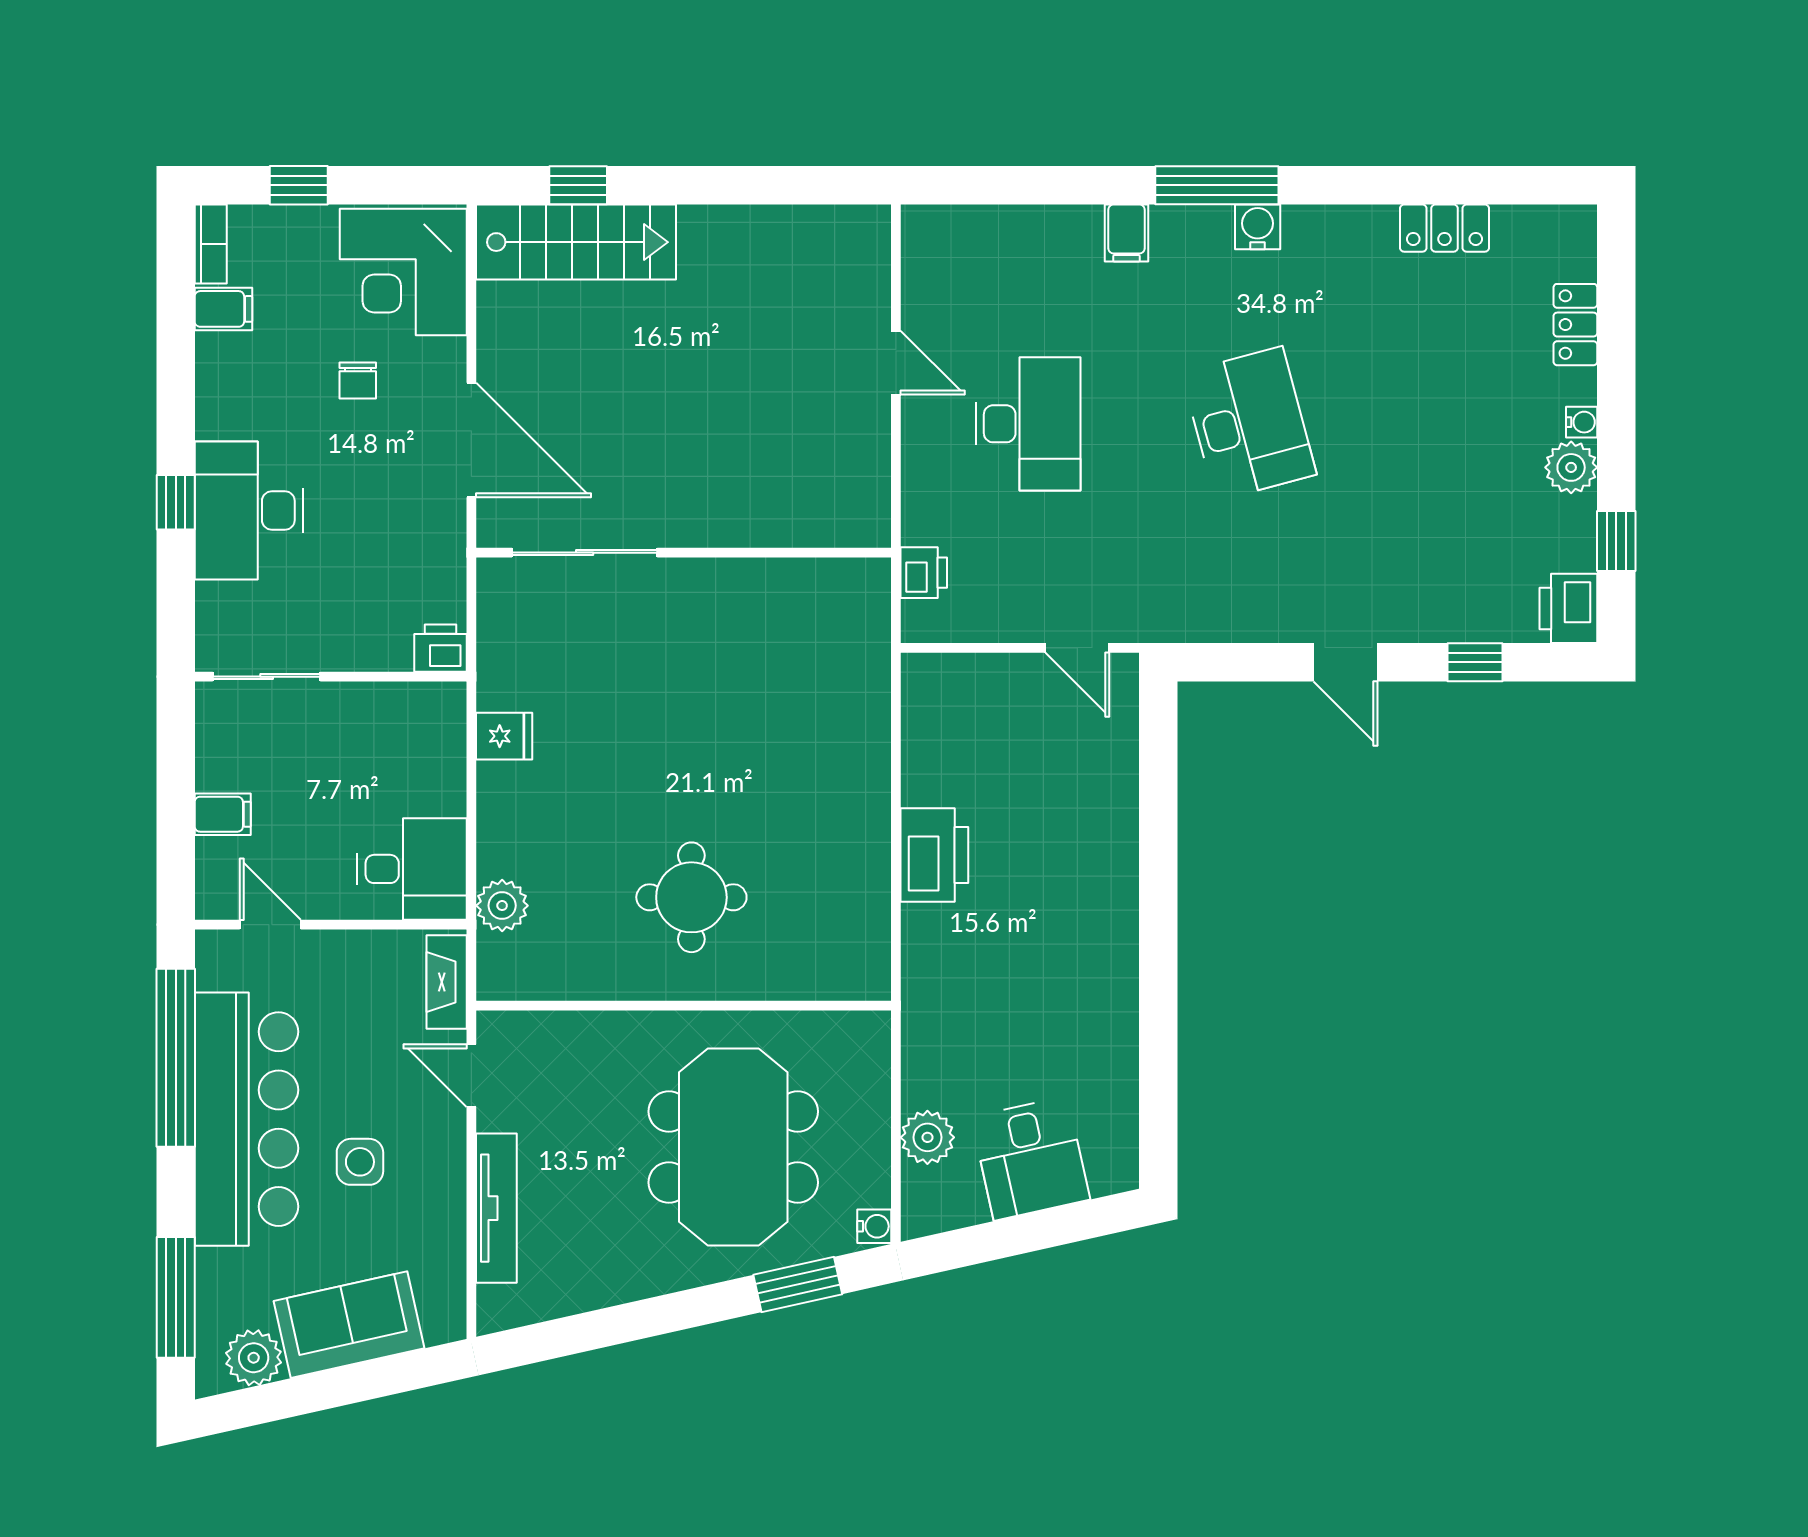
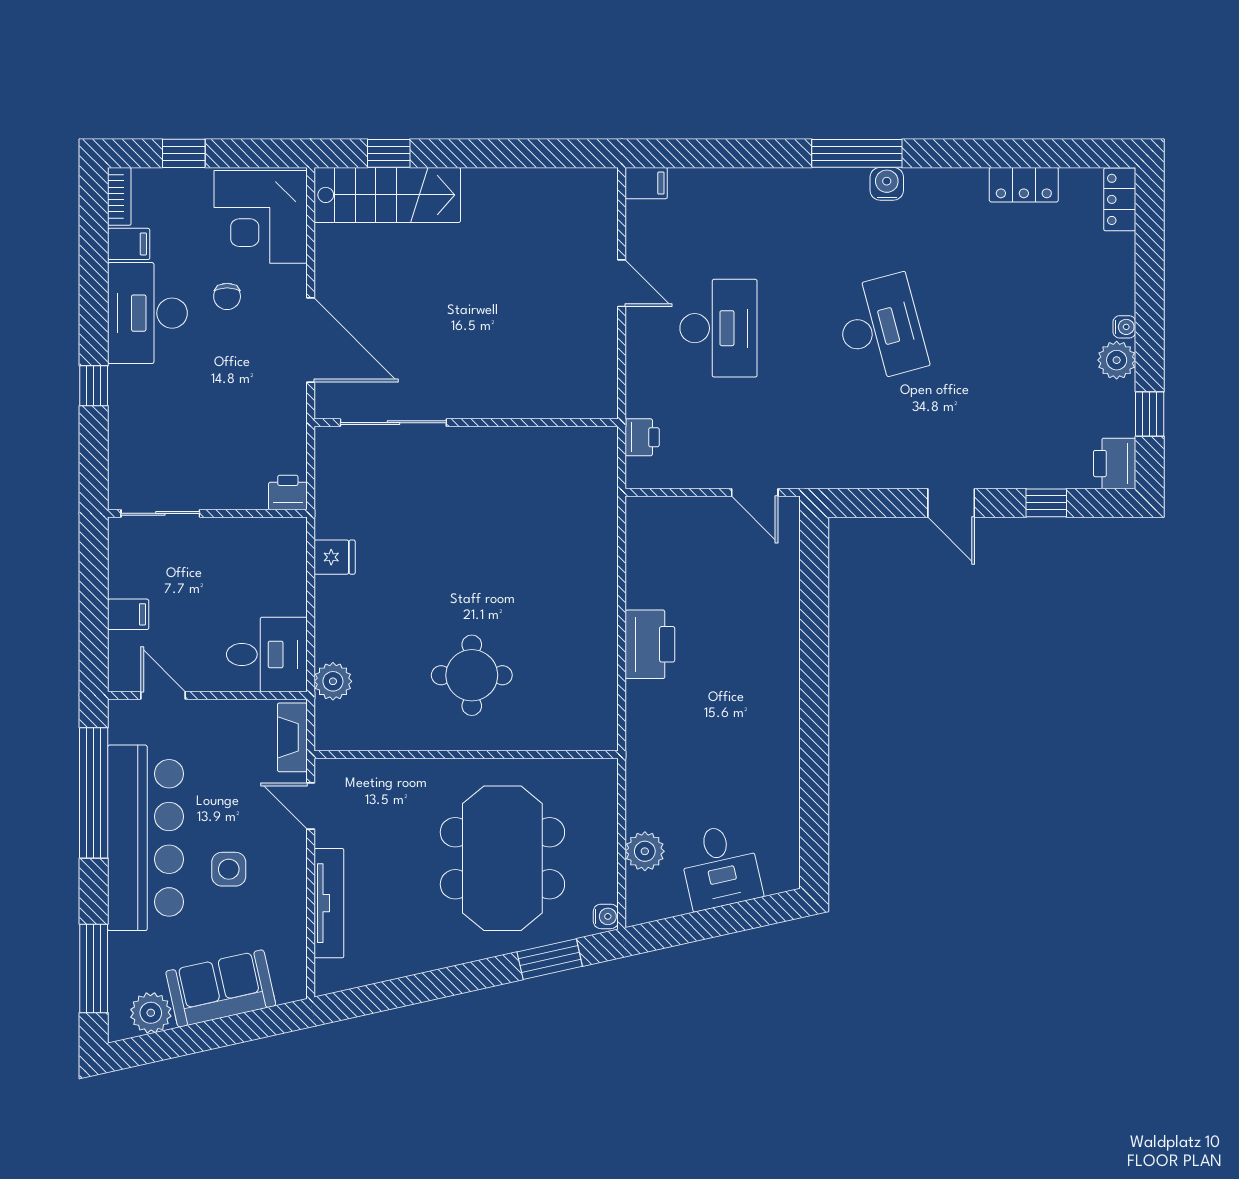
filing cabinet: (1127, 233) -> (646, 183), moved, turned -90
locker: (1575, 325) -> (1120, 199), moved
desk: (249, 511) -> (147, 313), moved

